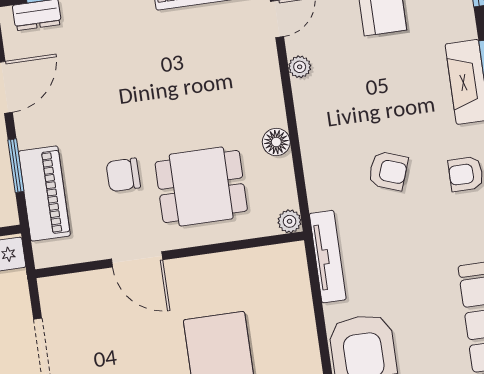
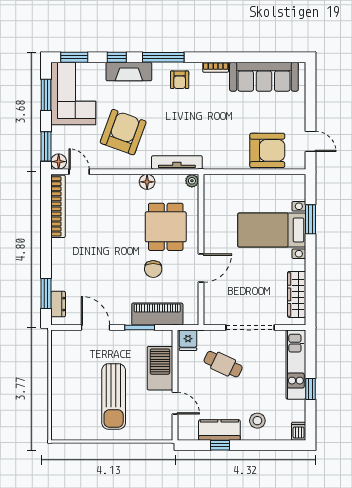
plant: (300, 67) -> (107, 163), removed
armchair: (388, 171) -> (123, 132), moved, width x1.88, depth x1.88
tv unit: (328, 257) -> (177, 162), moved

